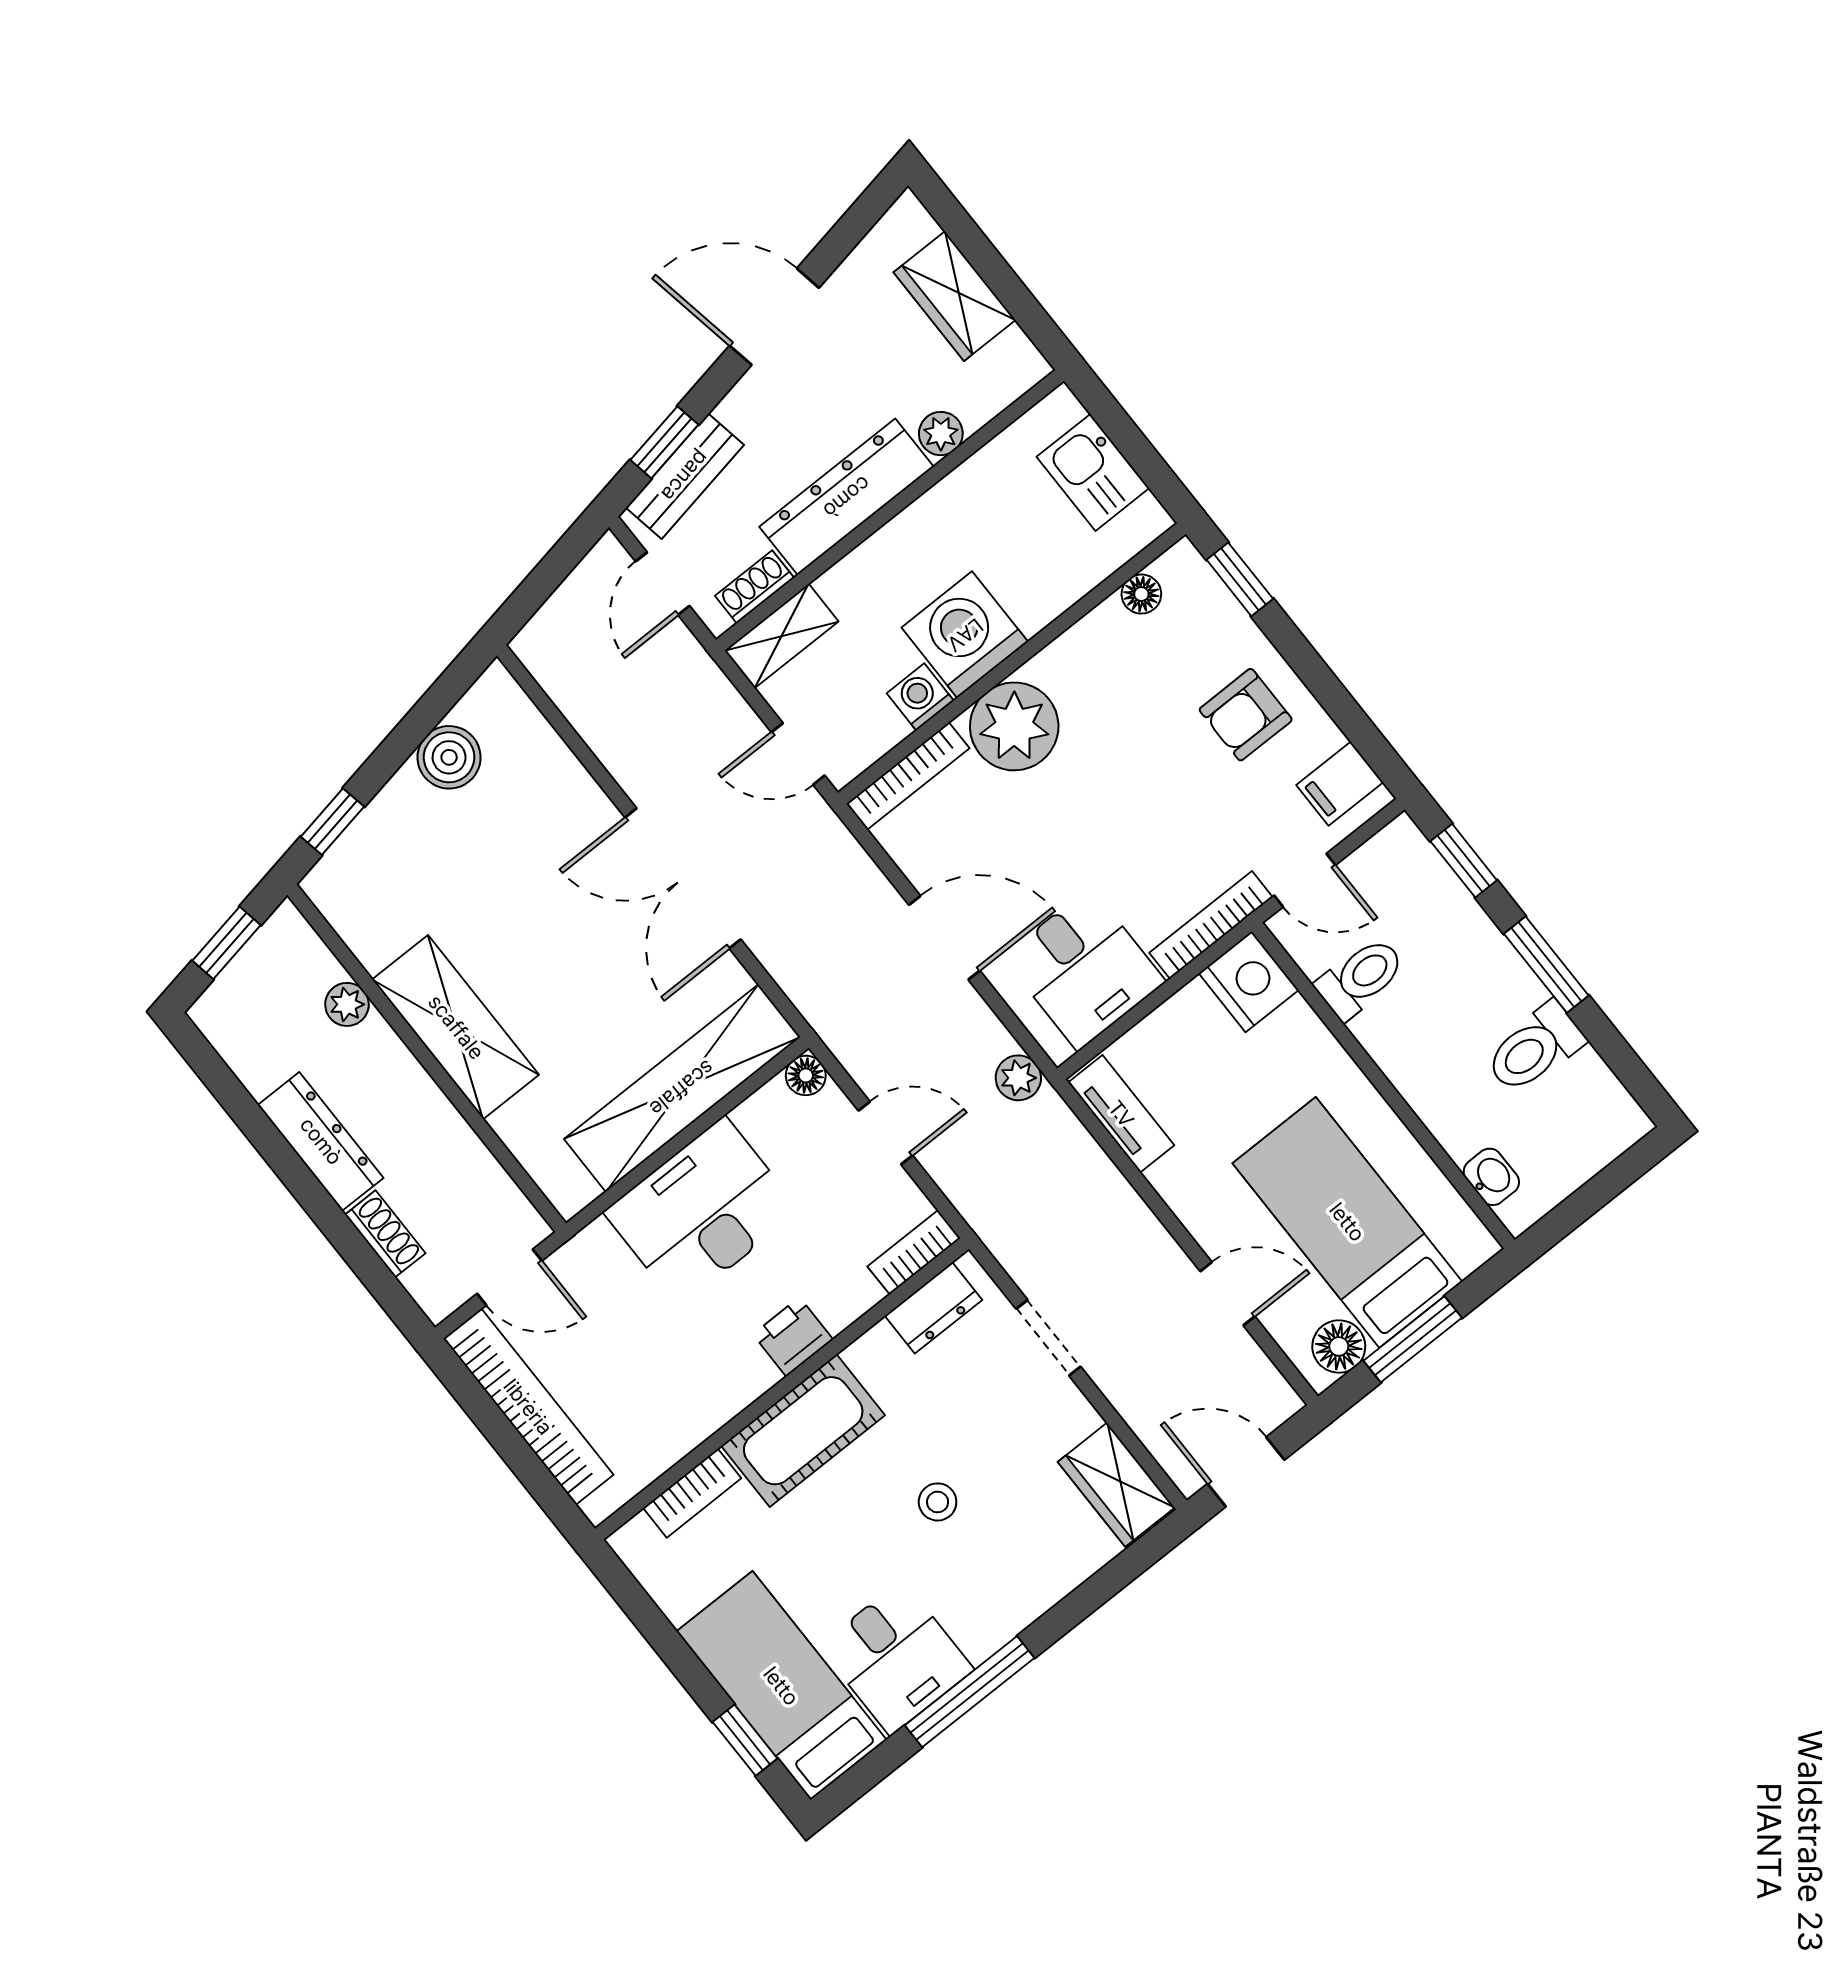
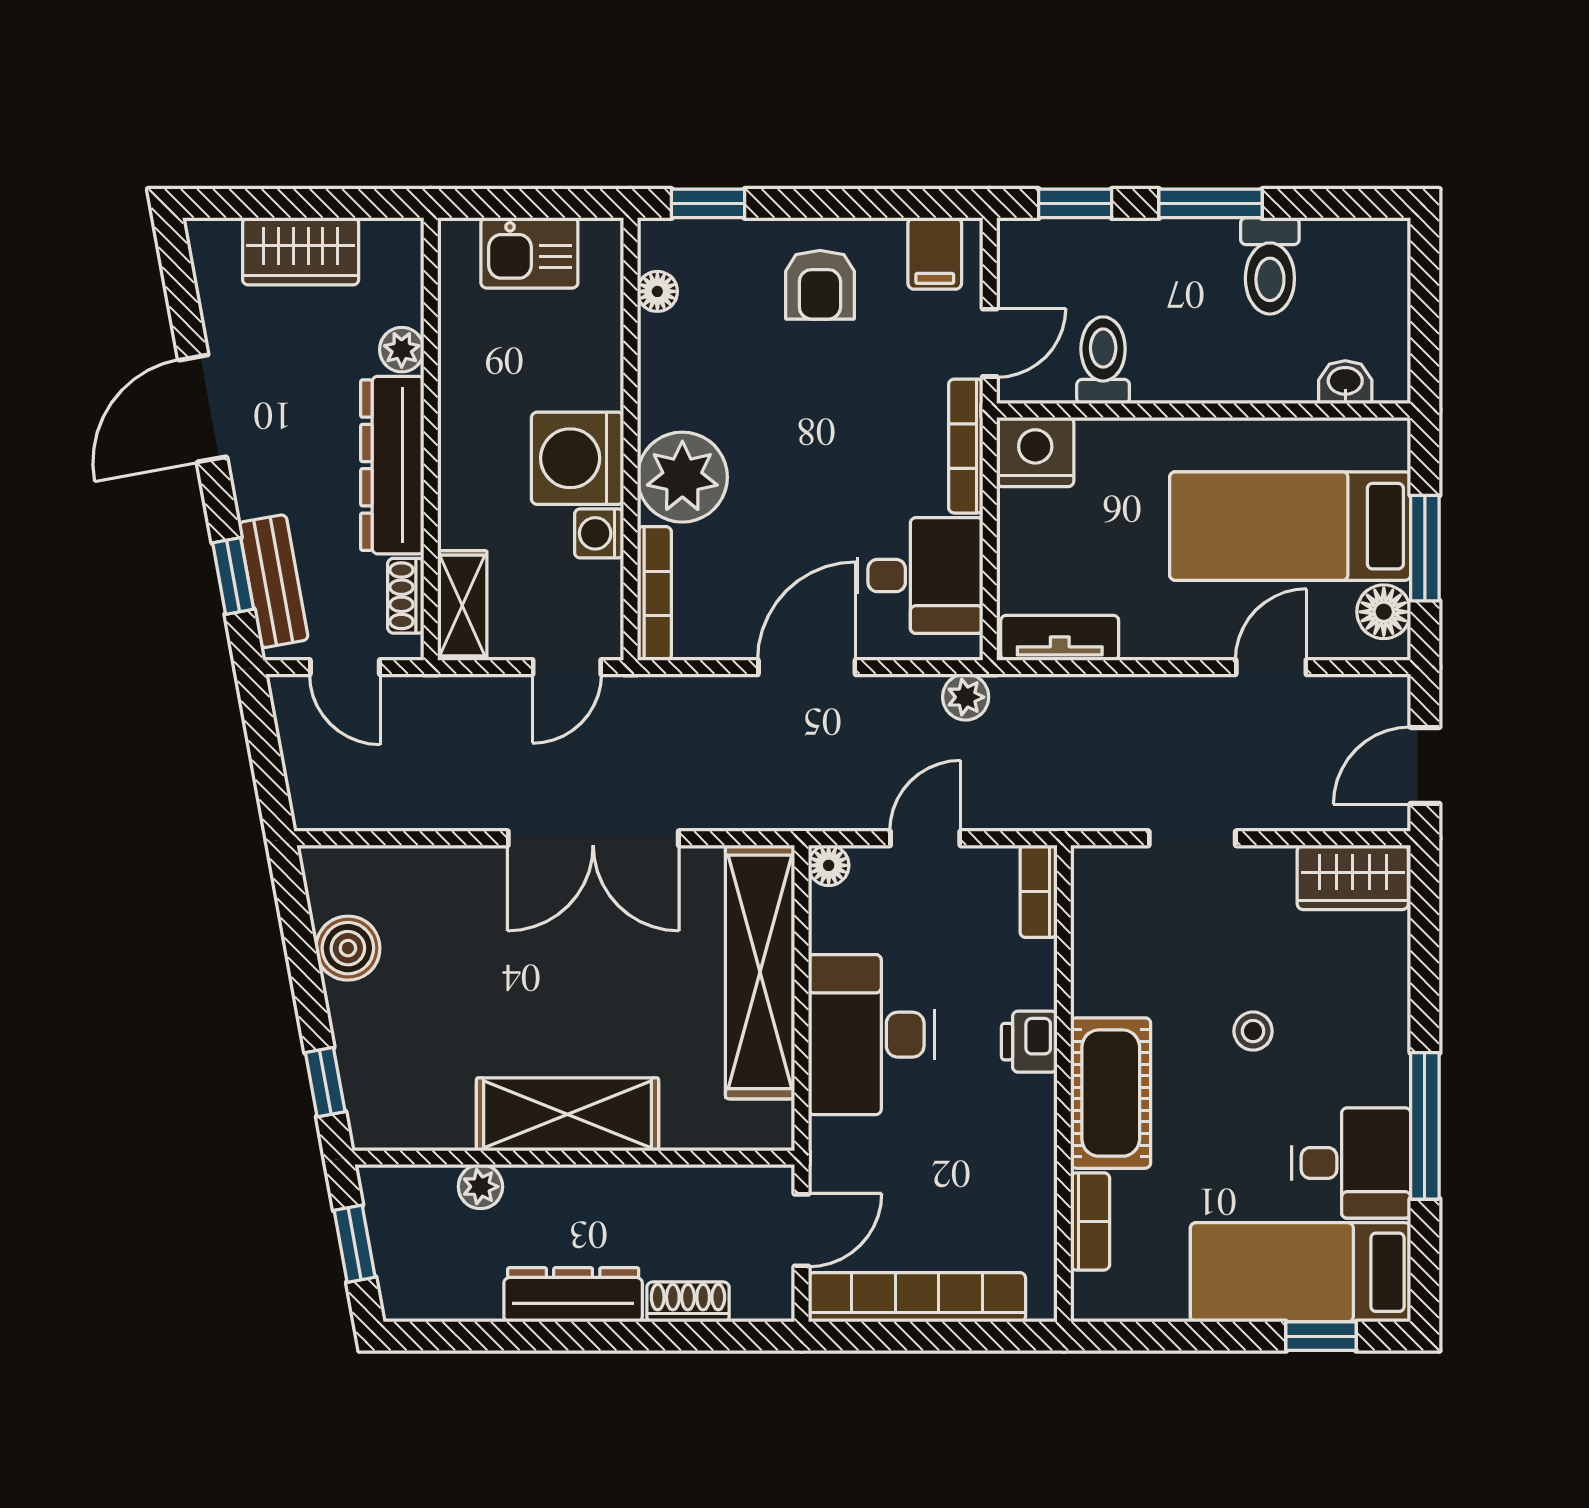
dresser: (933, 1308) -> (1095, 911), removed

